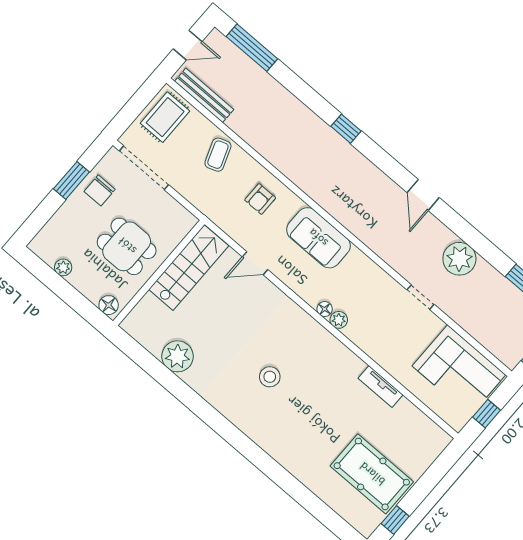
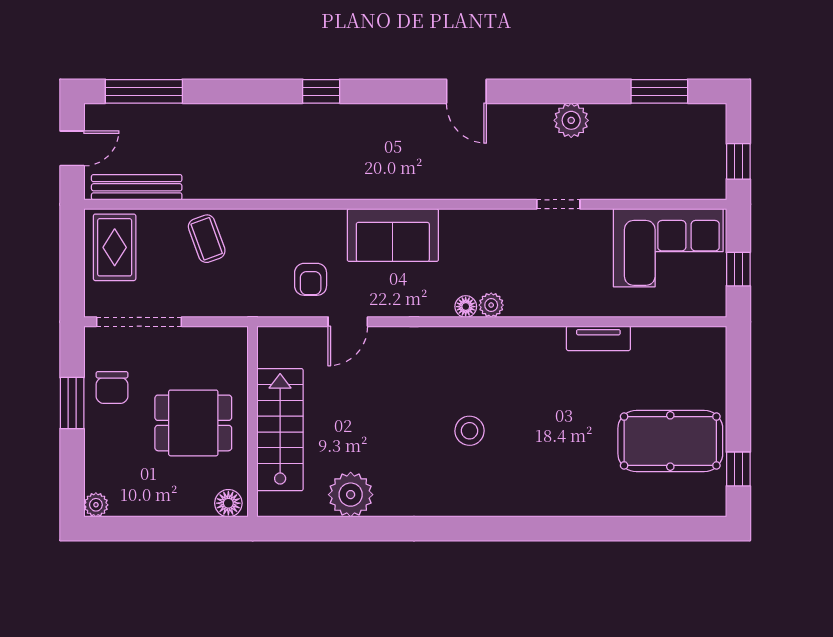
armchair: (260, 199) -> (311, 279), moved
plant: (459, 259) -> (571, 120), width x0.73, depth x0.73
plant: (63, 267) -> (96, 505), moved
stairs: (189, 268) -> (280, 430), moved

